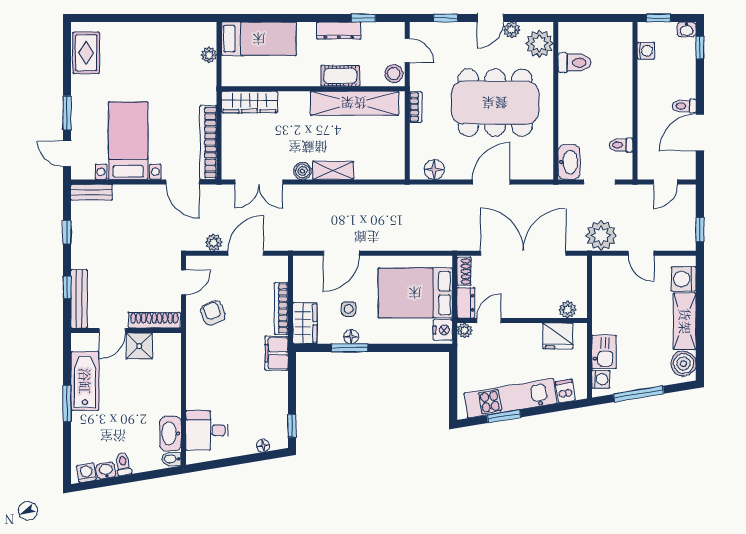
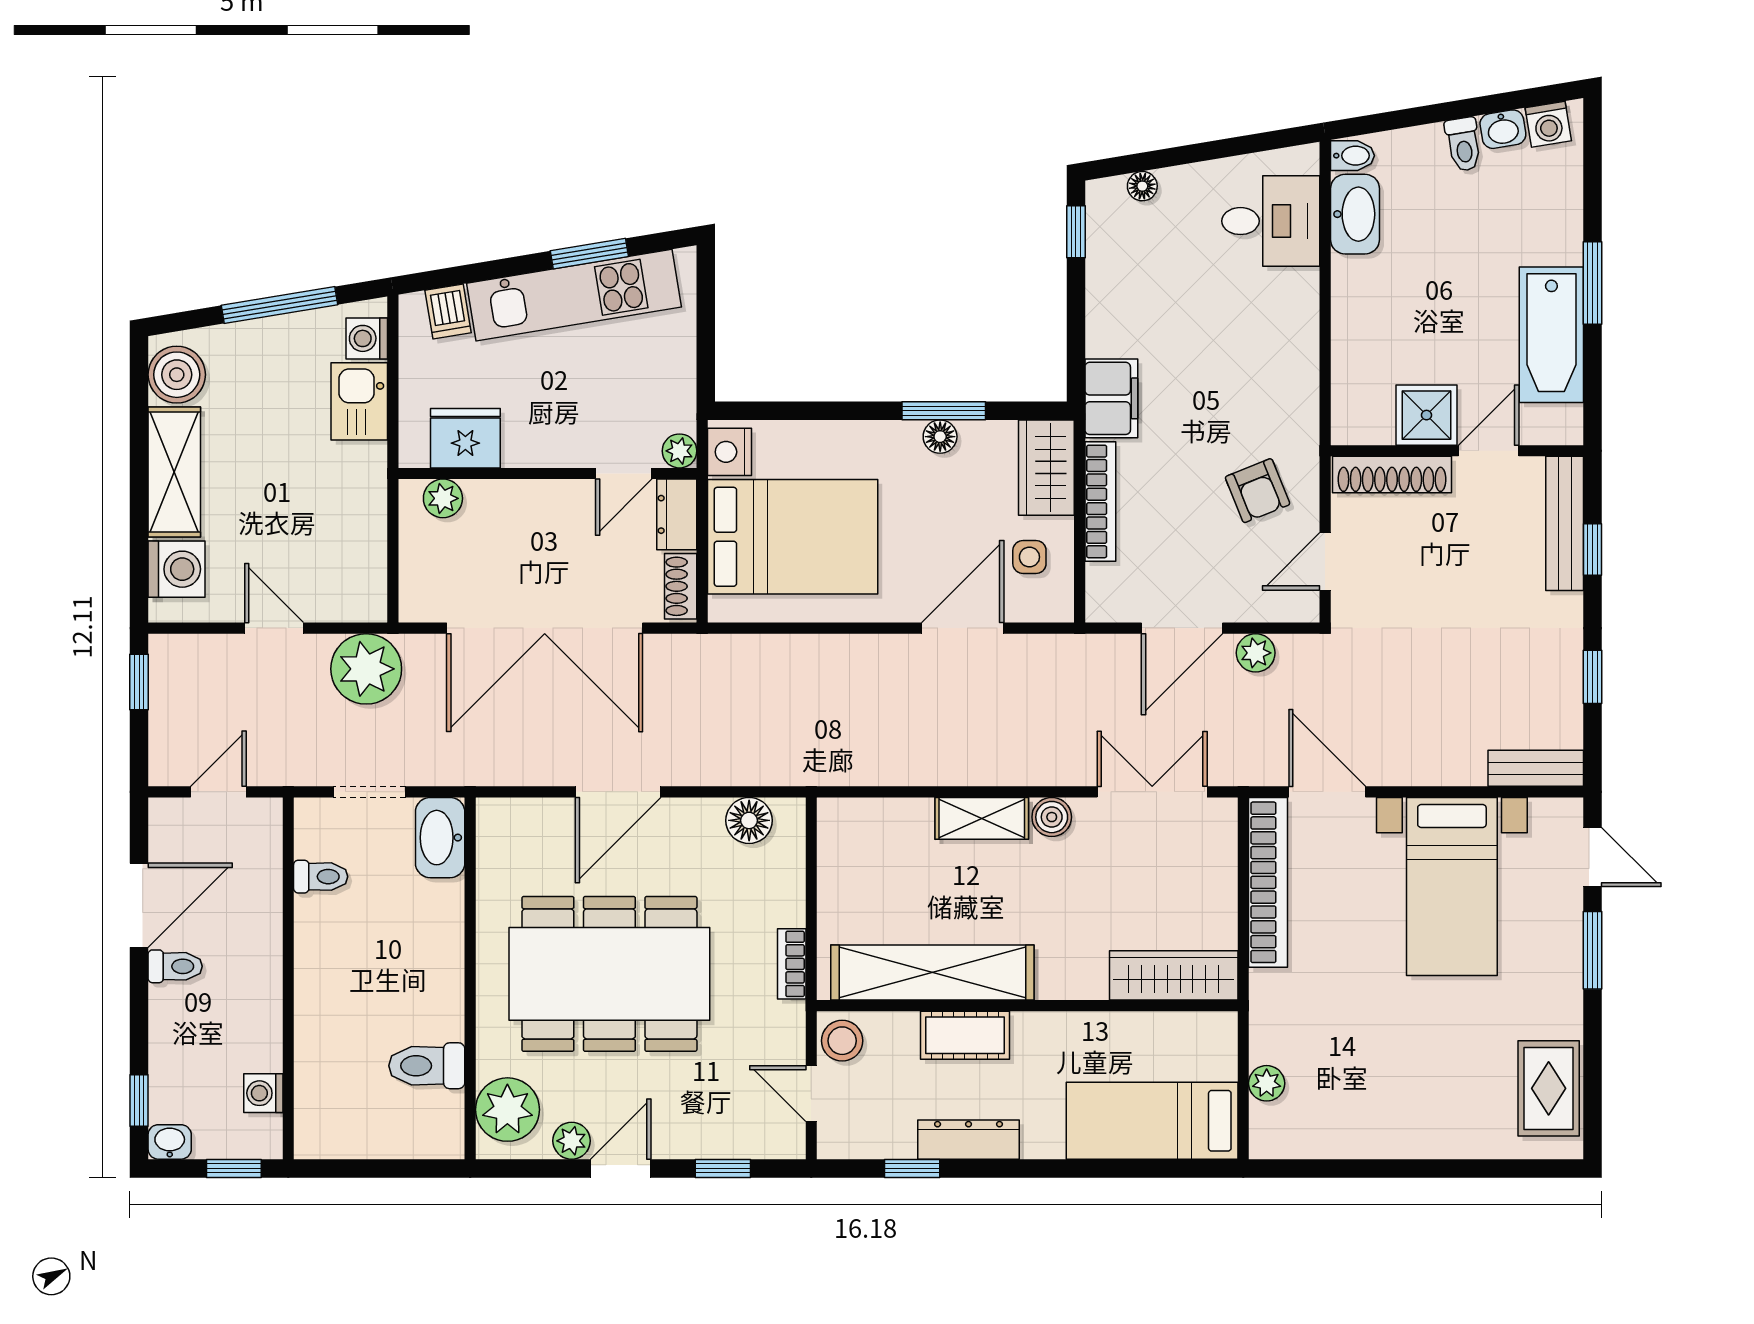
side table: (349, 309) -> (1029, 557), moved

